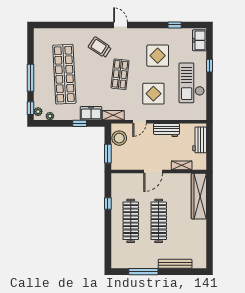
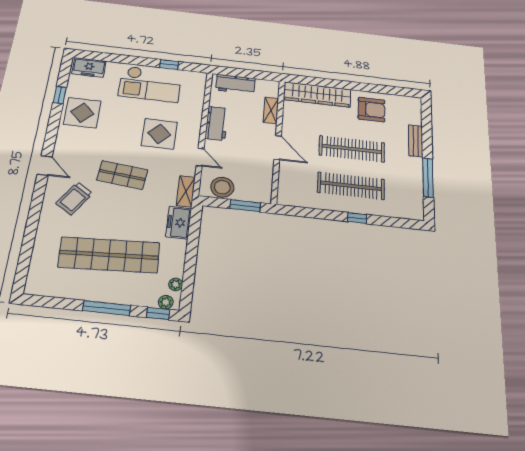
door: (121, 25) -> (45, 166), swing flipped
display table: (158, 56) -> (82, 113), moved
window: (209, 66) -> (169, 65), moved
window: (80, 123) -> (193, 241), removed
window: (108, 204) -> (357, 218), moved
armchair: (192, 234) -> (372, 110), added
bench: (175, 264) -> (416, 141), width x0.73

